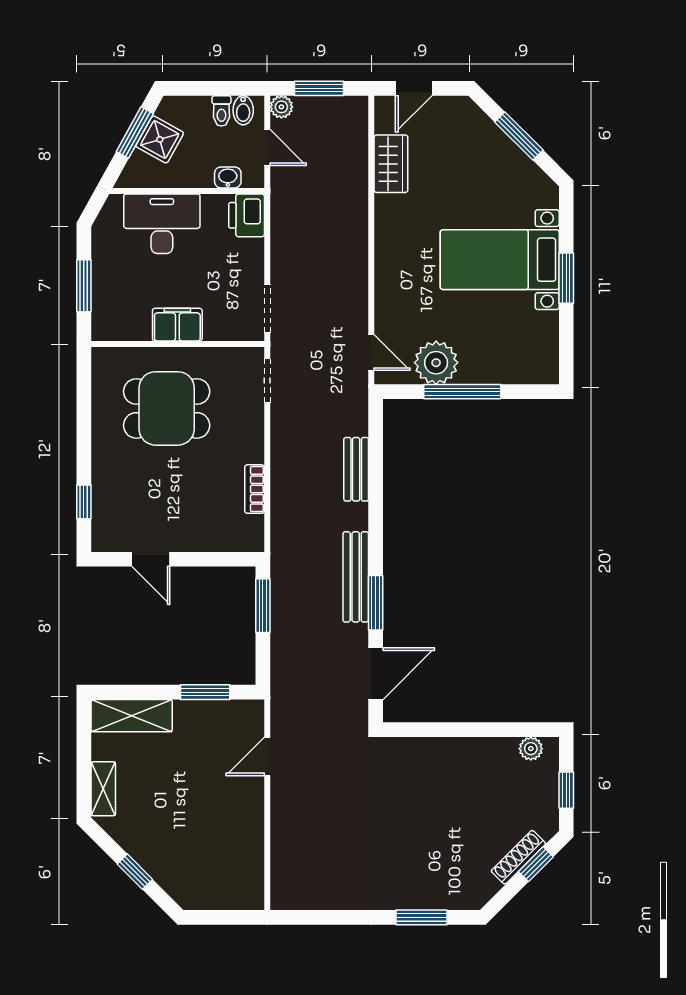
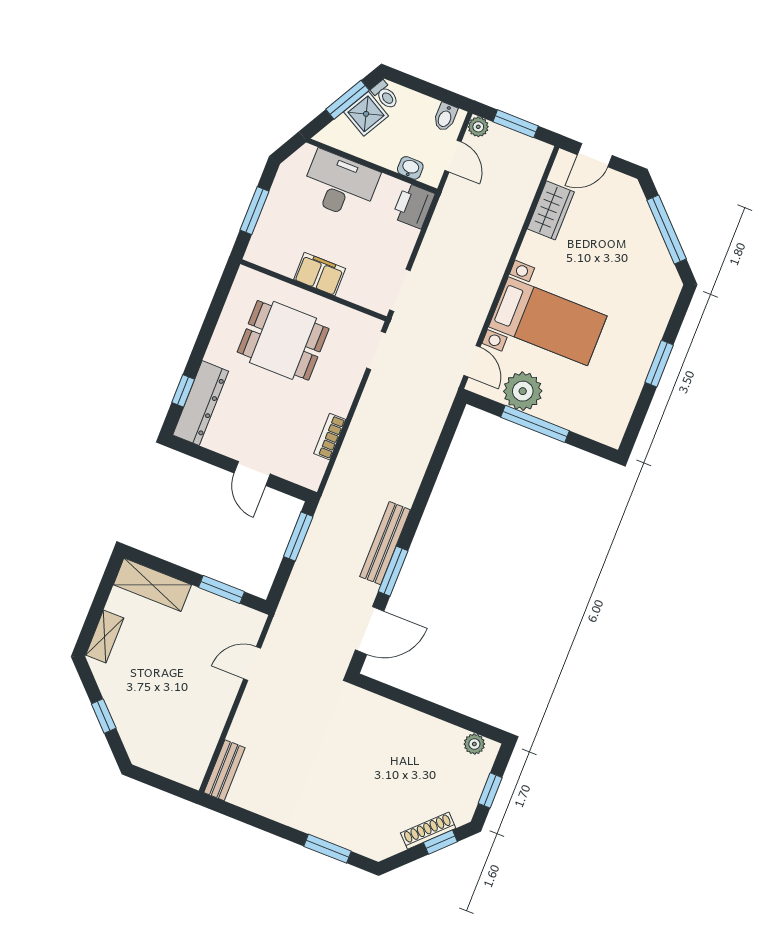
toilet: (221, 111) -> (385, 95), moved, turned -61
window: (519, 136) -> (667, 230), width x1.44
bed with nightstands: (500, 260) -> (548, 321), moved, turned 180
bench: (356, 469) -> (224, 770), moved
dresser: (107, 507) -> (201, 403), added
door: (151, 559) -> (252, 473), moved

